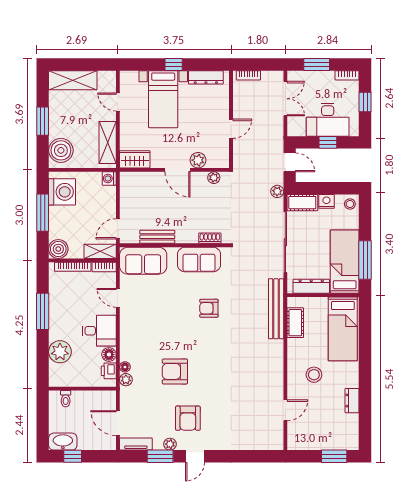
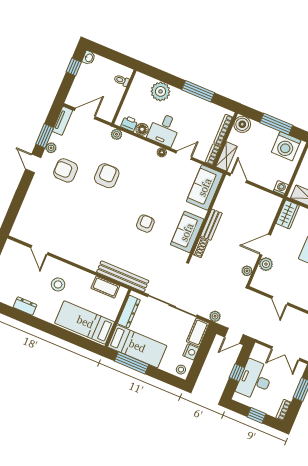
bench: (157, 237) -> (211, 225), moved
floor lamp: (125, 367) -> (162, 152), moved
washbasin: (63, 442) -> (89, 58), width x0.52, depth x0.69

